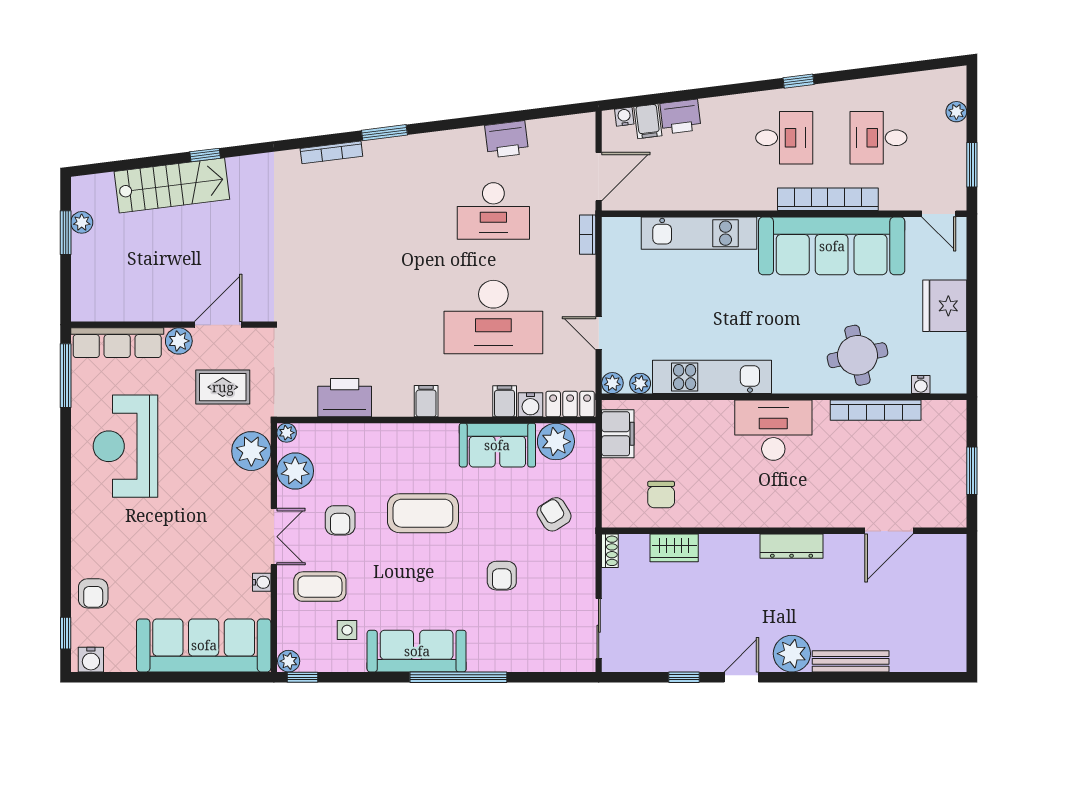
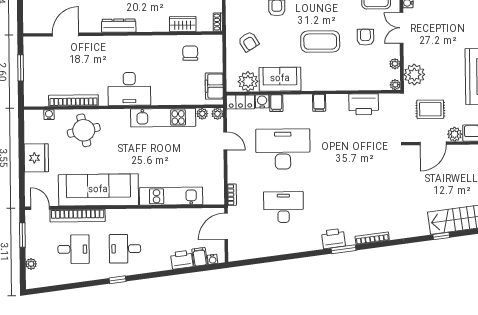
printer: (507, 139) -> (333, 239), moved
bookcase: (828, 199) -> (78, 216), moved
plant: (295, 471) -> (395, 64), width x0.53, depth x0.53

